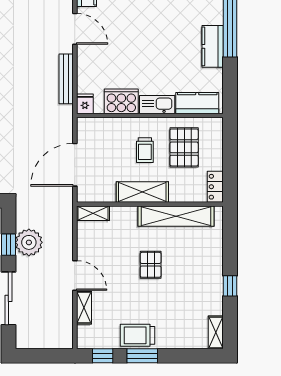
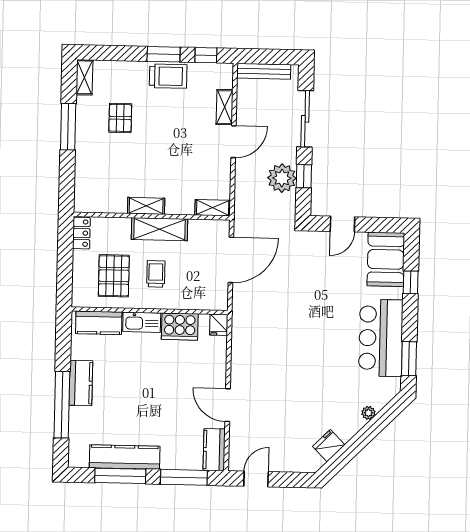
bench: (66, 79) -> (264, 71), moved, turned 90
shelving: (176, 216) -> (146, 206), width x0.45, depth x0.75
pallet: (151, 265) -> (120, 118), moved
door: (75, 275) -> (234, 142), swing flipped
window: (230, 286) -> (68, 127), width x2.17

